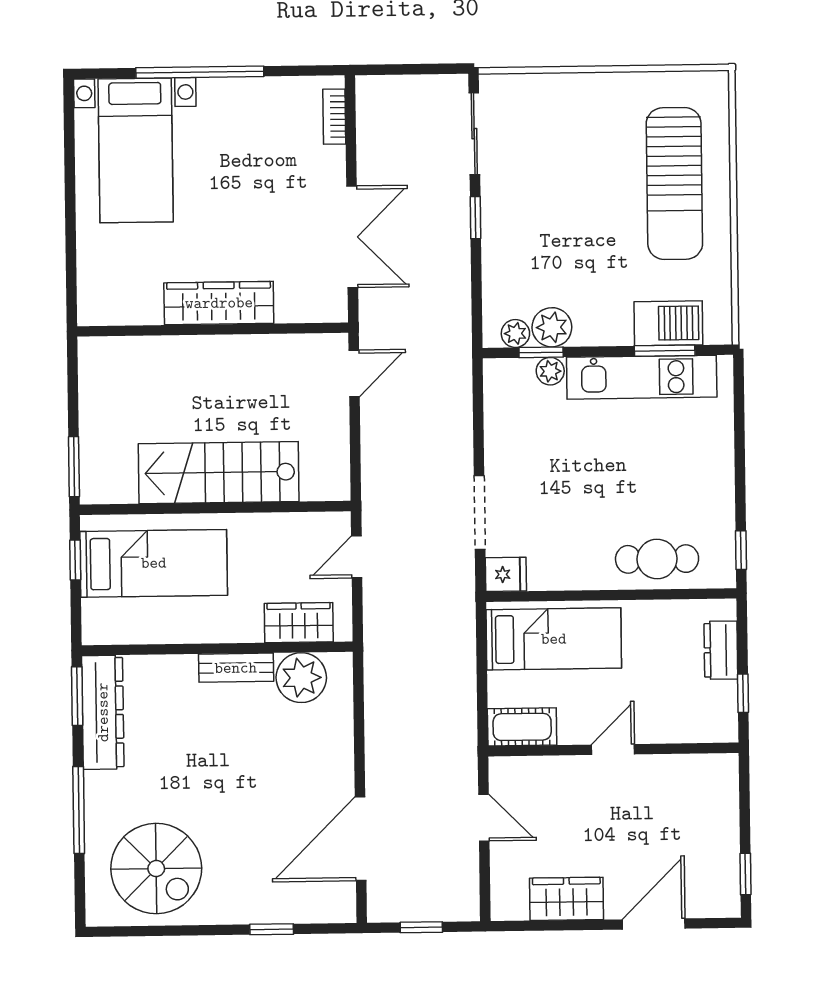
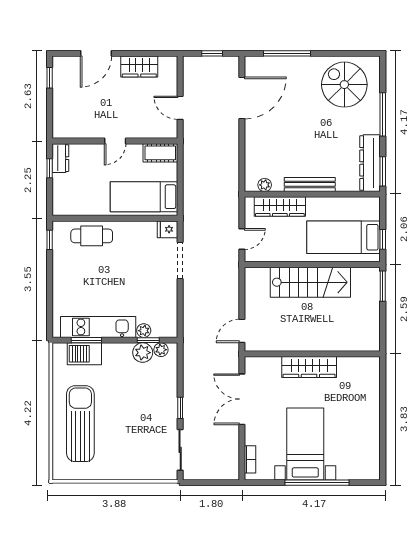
bed with nightstands: (136, 150) -> (305, 444), moved
wardrobe: (299, 623) -> (280, 207), width x1.50
dresser: (721, 650) -> (60, 158), moved
bench: (236, 668) -> (310, 184), width x1.36
plant: (301, 678) -> (265, 185), width x0.53, depth x0.53
window: (272, 929) -> (287, 53), width x2.17

